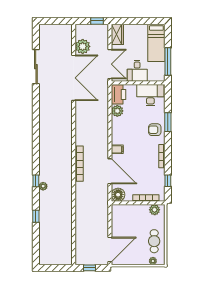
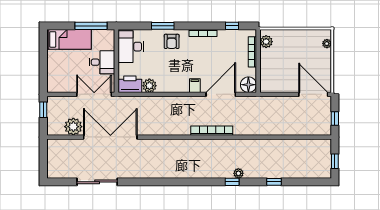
wardrobe: (117, 34) -> (59, 85), removed
cafe table: (154, 241) -> (303, 42), removed
window: (53, 268) -> (335, 161), added

